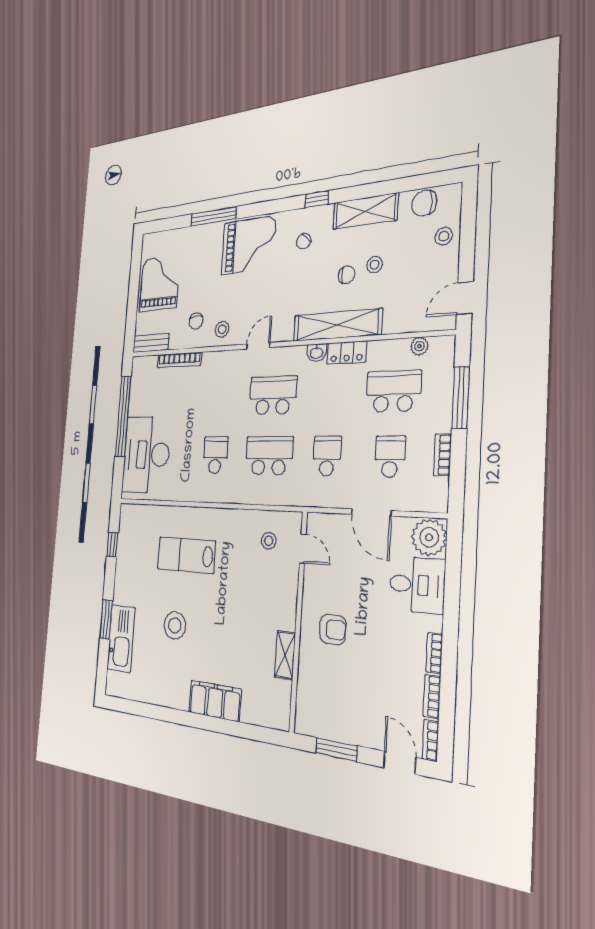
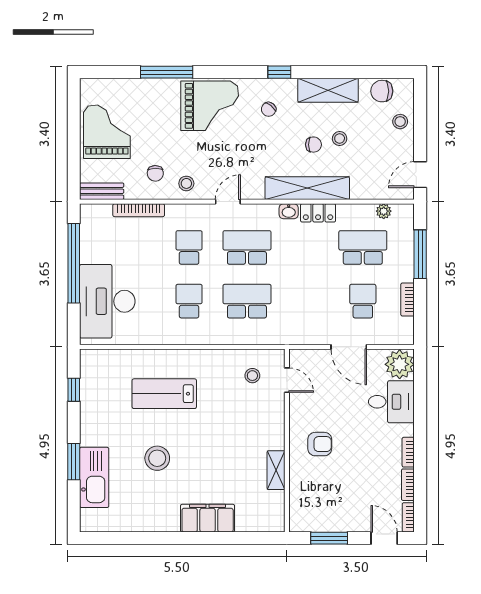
school desk: (327, 456) -> (189, 247), moved

